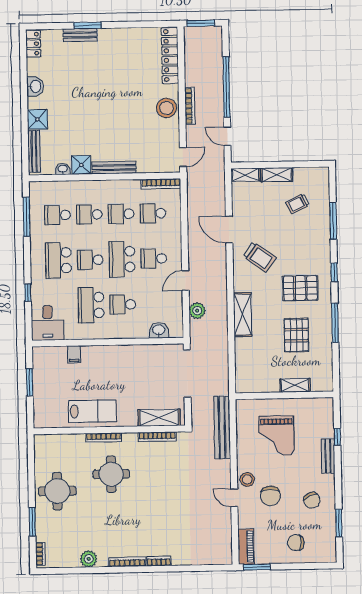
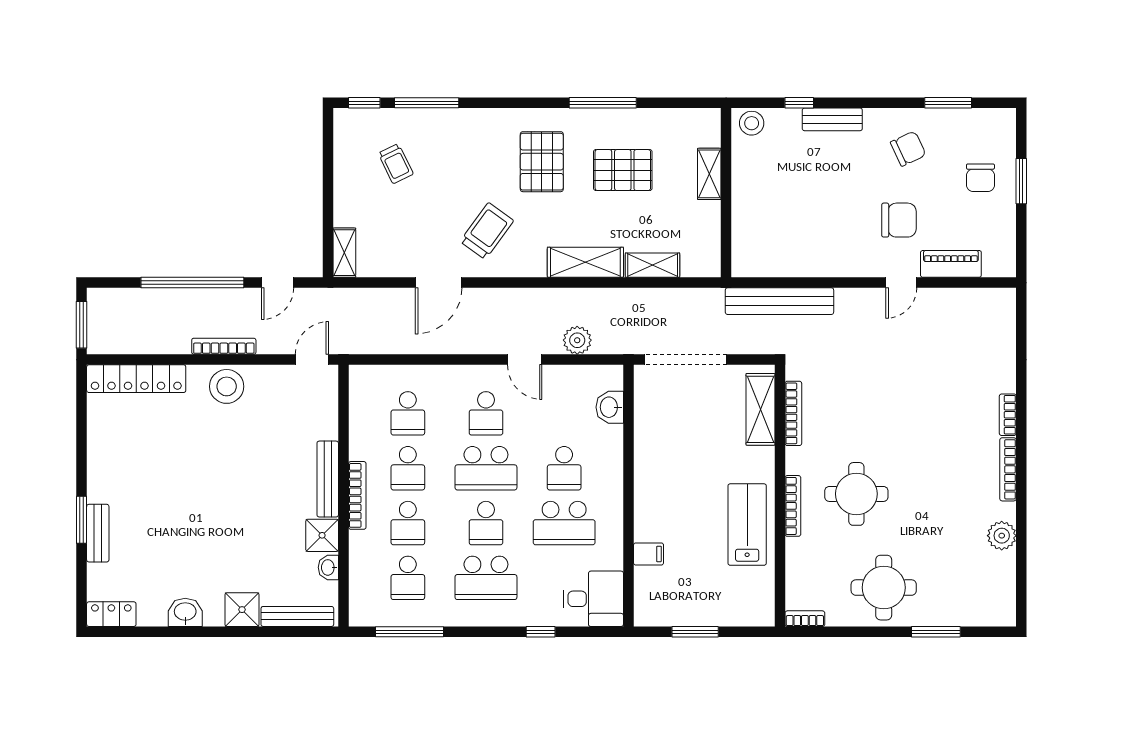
door: (183, 157) -> (312, 360), hinge flipped
shelving: (277, 175) -> (653, 265), moved, turned 90
bookcase: (161, 184) -> (357, 495), moved
window: (334, 272) -> (364, 103), moved
grand piano: (277, 436) -> (796, 208), removed
stool: (247, 479) -> (752, 123), moved
piano: (246, 547) -> (951, 264), moved
bookcase: (40, 554) -> (805, 619), moved
window: (257, 567) -> (1021, 181), moved

